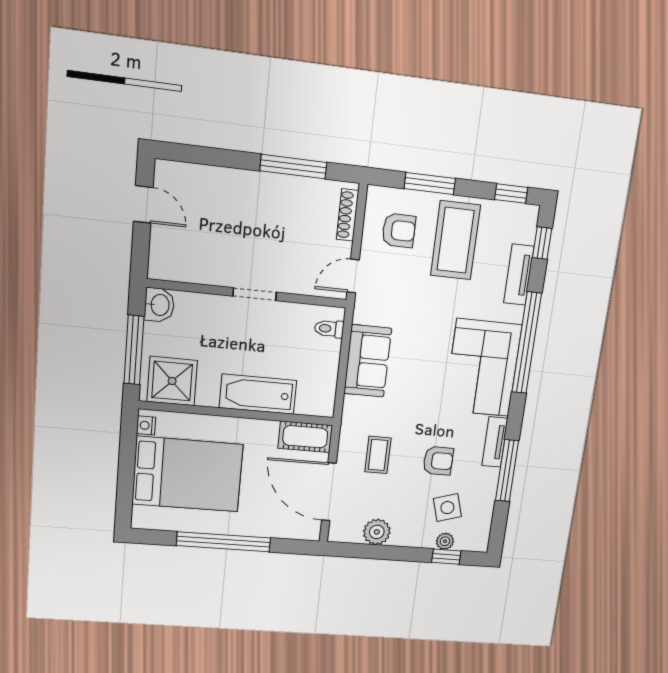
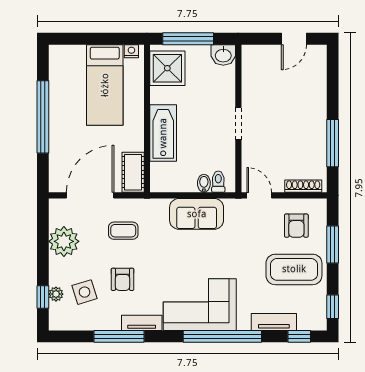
bidet: (329, 348) -> (204, 183), added
bed: (188, 474) -> (105, 85), width x0.67
plant: (377, 532) -> (64, 241), width x1.36, depth x1.36

